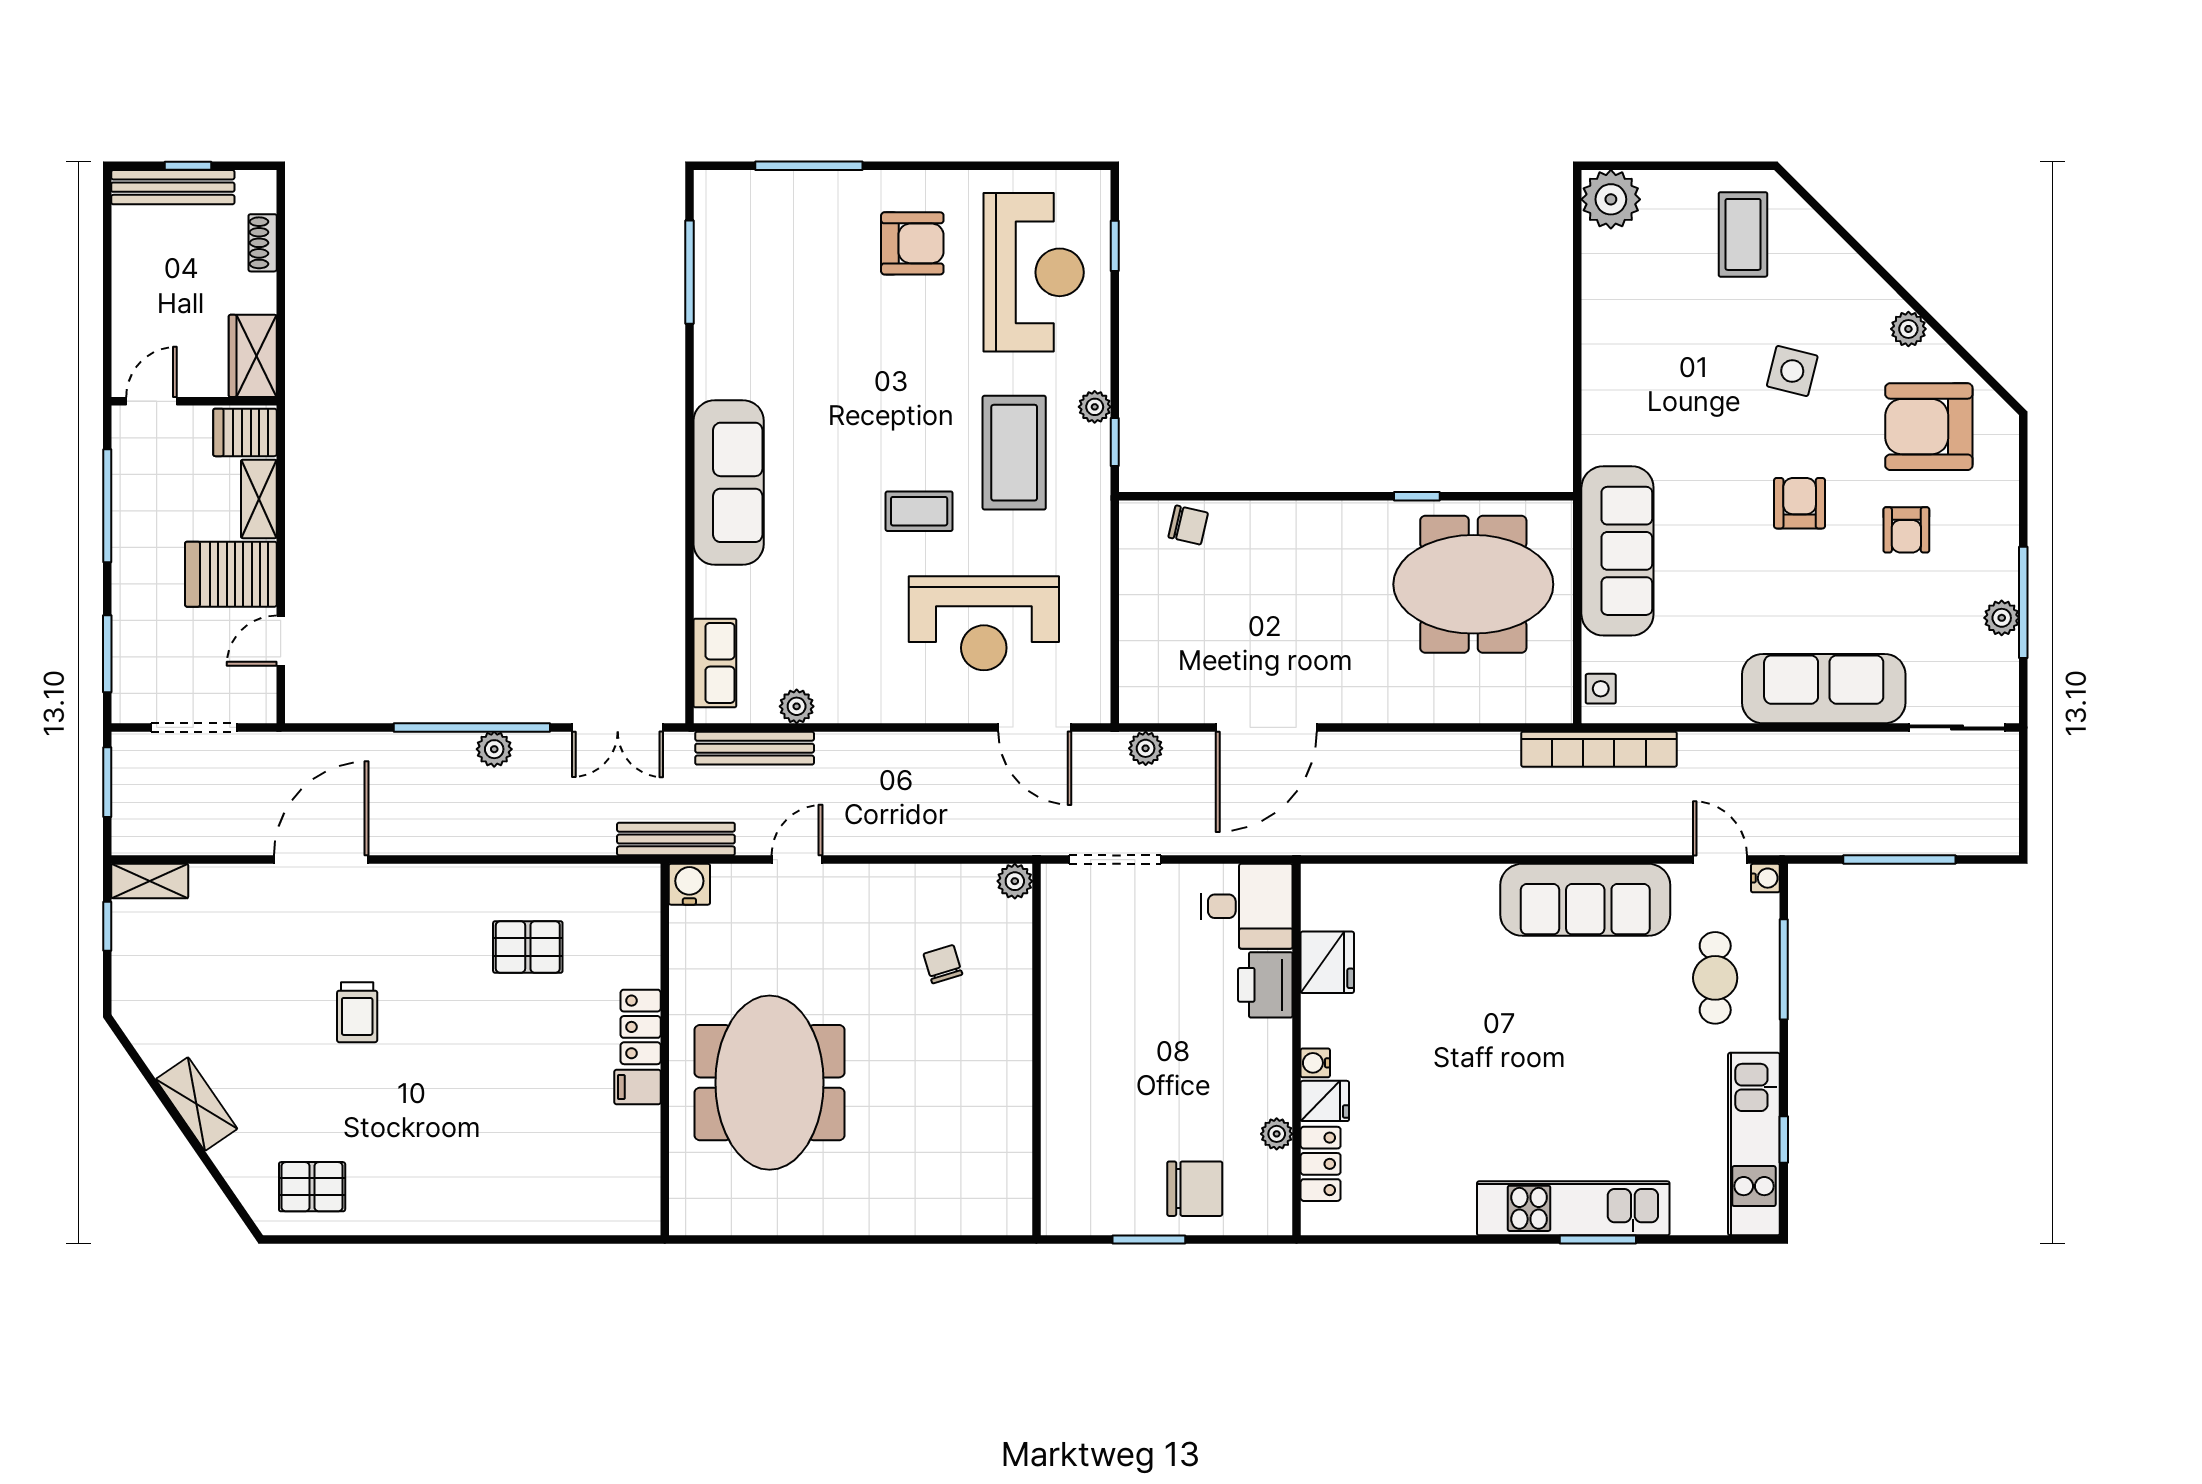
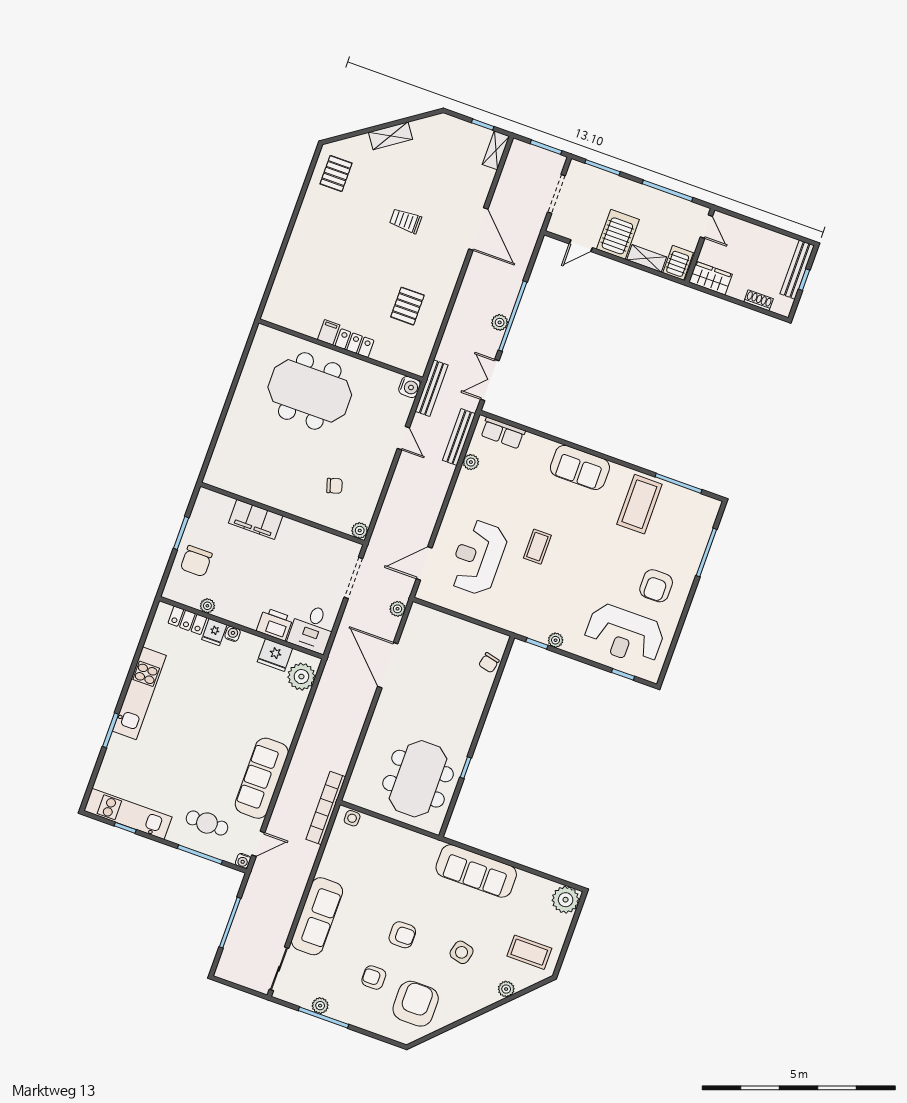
plant: (1908, 329) -> (506, 989), moved
coffee table: (1014, 453) -> (639, 504), moved, turned 90
sofa: (729, 482) -> (580, 467), width x0.73
sofa: (1617, 551) -> (476, 871), moved
door: (281, 641) -> (581, 246), swing flipped
plant: (1352, 893) -> (301, 677), added
filing cabinet: (1068, 1099) -> (256, 519), added
kitchen unit: (1573, 1208) -> (139, 693), moved

